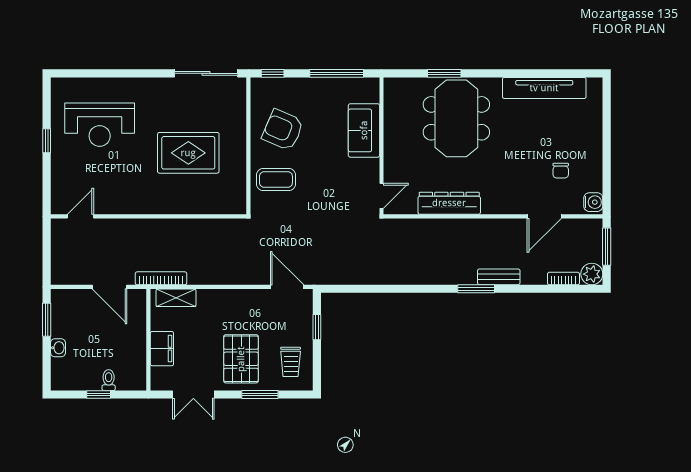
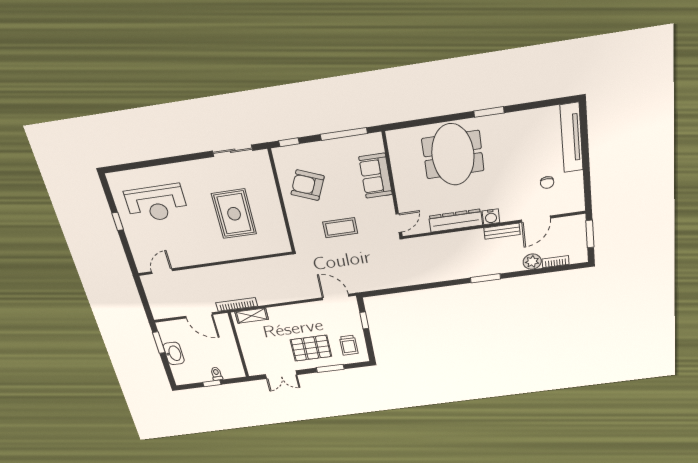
sliding door: (206, 73) -> (233, 151), width x0.73
window: (444, 73) -> (489, 112), moved
tv unit: (544, 88) -> (572, 138), moved, turned 90
rug: (188, 153) -> (234, 214), turned 90
coffee table: (276, 180) -> (340, 228), moved
water cooler: (593, 202) -> (491, 217), moved, turned 90
plant: (592, 274) -> (532, 262), moved
bench: (499, 277) -> (502, 231), moved
washbasin: (58, 348) -> (174, 353), width x1.91, depth x1.45
filing cabinet: (162, 349) -> (250, 349), removed
pallet: (241, 359) -> (311, 348), turned 90

